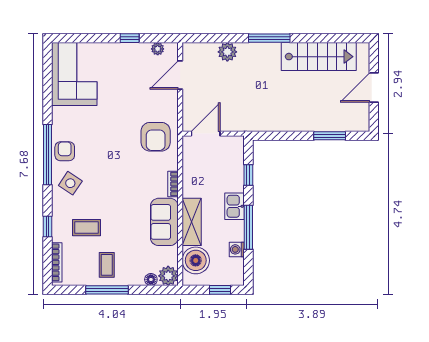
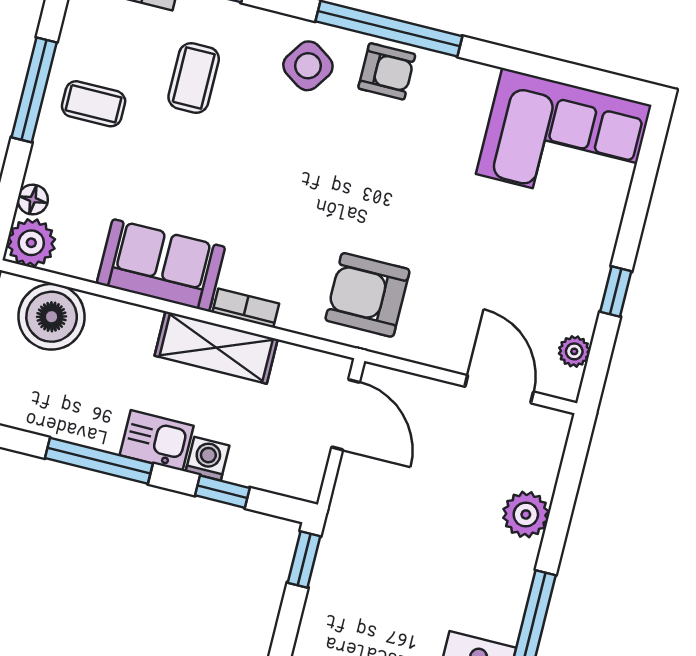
window: (267, 136) -> (304, 559), added
shelving: (192, 222) -> (216, 348), moved
washing machine: (237, 249) -> (207, 459), moved

